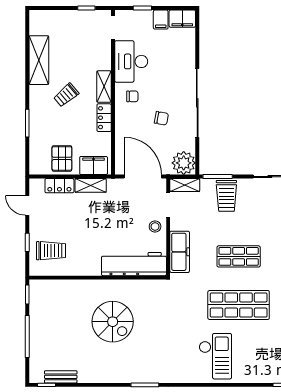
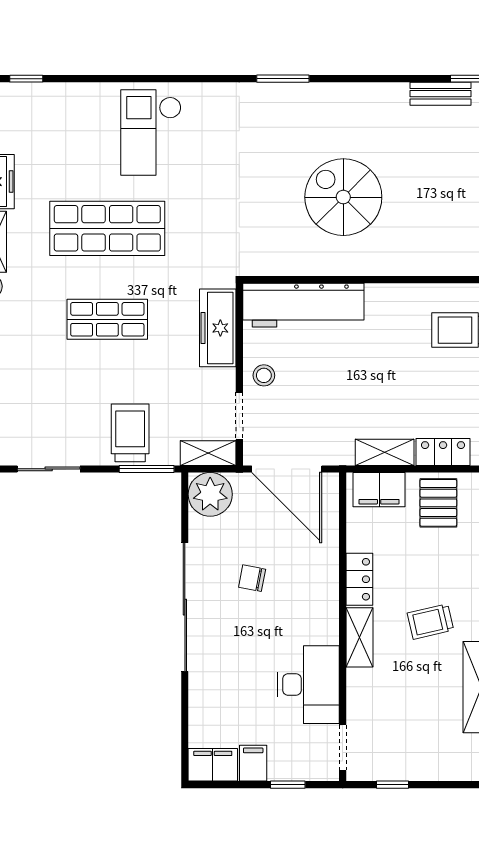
trolley: (66, 95) -> (430, 621), turned -153
chair: (132, 96) -> (306, 619), removed

